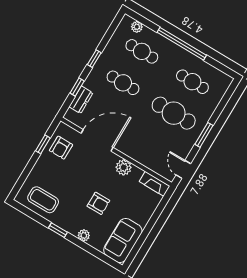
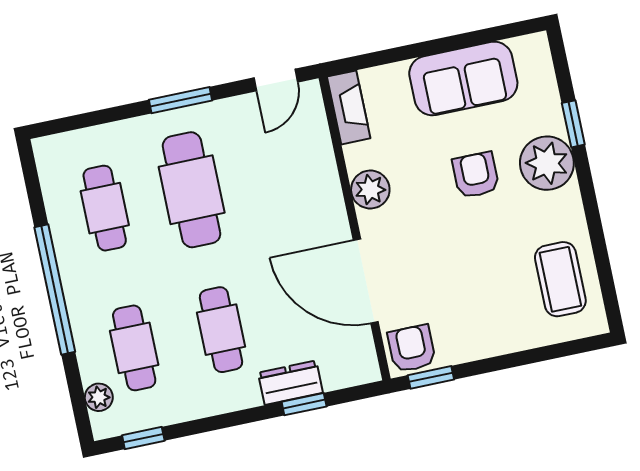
window: (94, 59) -> (143, 438), moved
dresser: (81, 100) -> (290, 383), moved
window: (43, 144) -> (431, 377), moved
armchair: (61, 148) -> (412, 348), moved, turned -90
window: (58, 230) -> (573, 124), moved
plant: (84, 235) -> (547, 163), width x1.88, depth x1.88
sofa: (123, 240) -> (463, 79), moved

